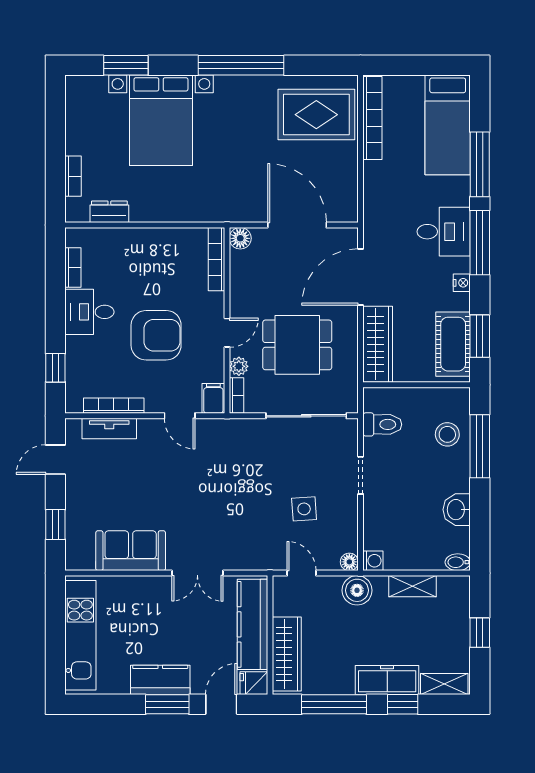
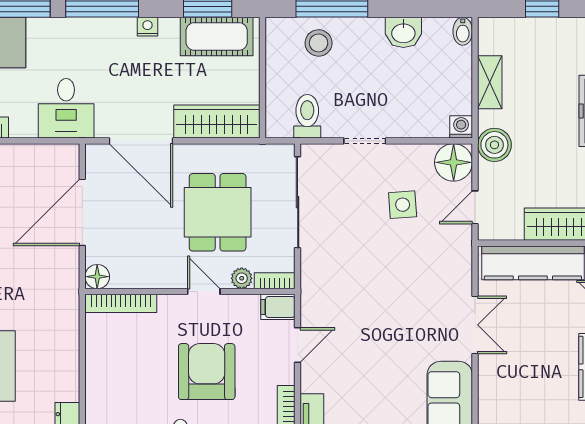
desk: (444, 232) -> (66, 108), moved, turned 180
floor lamp: (349, 562) -> (454, 162), width x1.89, depth x1.89

